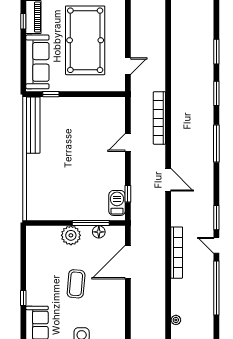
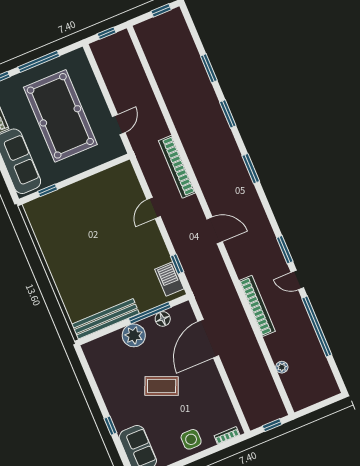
bench: (33, 125) -> (105, 319), moved, turned 90
window: (216, 143) -> (251, 169), width x0.69
coffee table: (76, 284) -> (162, 386), turned -72
plant: (176, 320) -> (282, 367), moved

